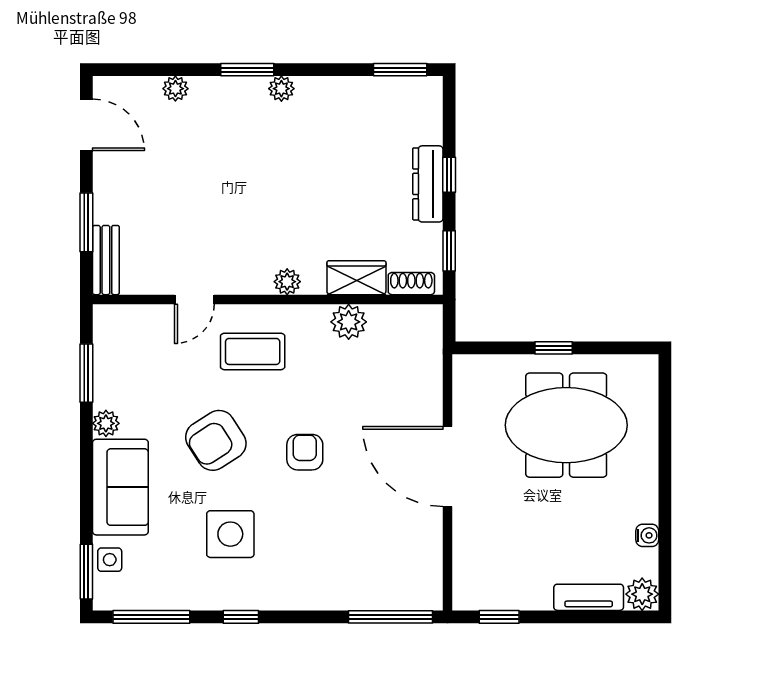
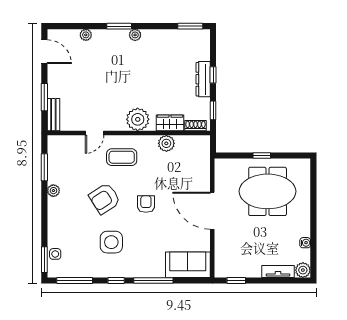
plant: (287, 282) -> (138, 119), width x1.88, depth x1.88
sofa: (120, 487) -> (188, 265), moved, turned -90
window: (390, 617) -> (153, 281), moved

